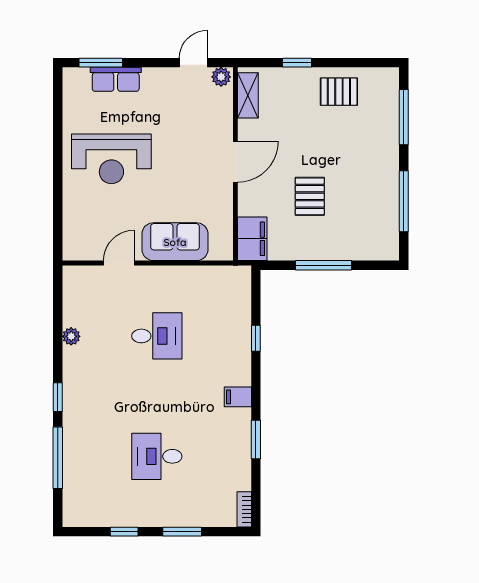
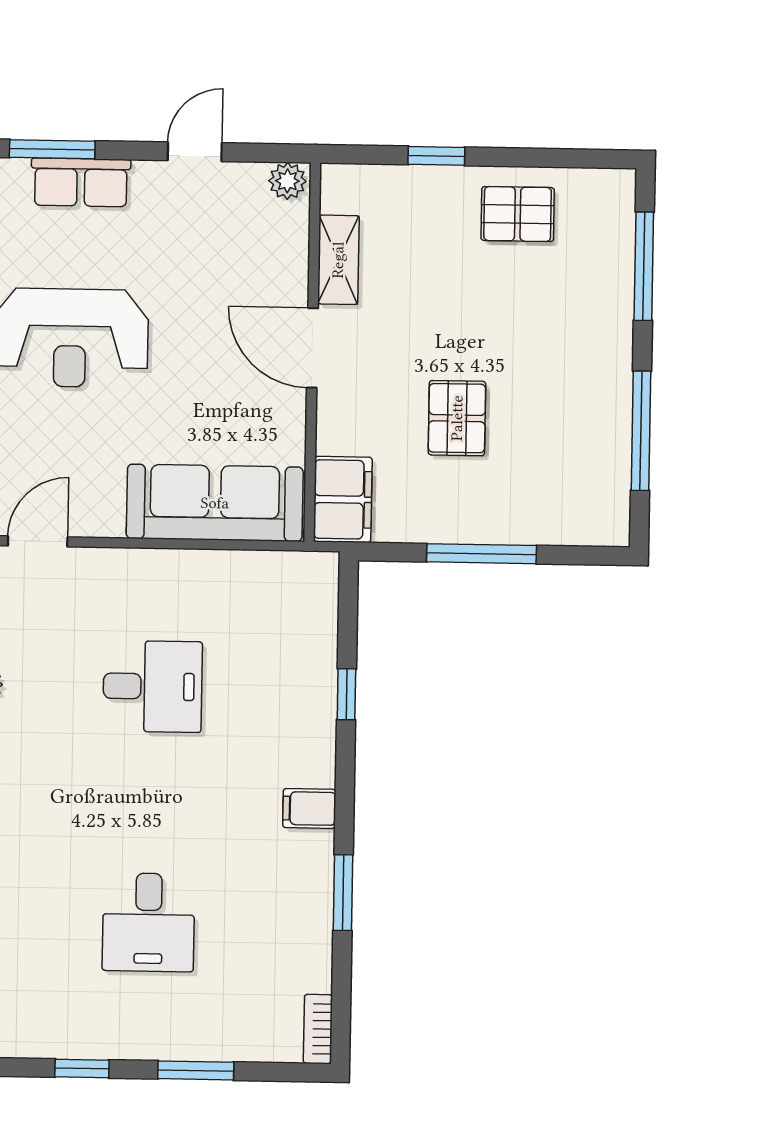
door: (193, 63) -> (195, 152), moved
shelving: (248, 95) -> (338, 260), moved
door: (235, 162) -> (312, 348), swing flipped
sofa: (175, 242) -> (215, 503), width x1.36
door: (119, 263) -> (38, 541), moved
desk: (157, 456) -> (148, 922), turned -90

